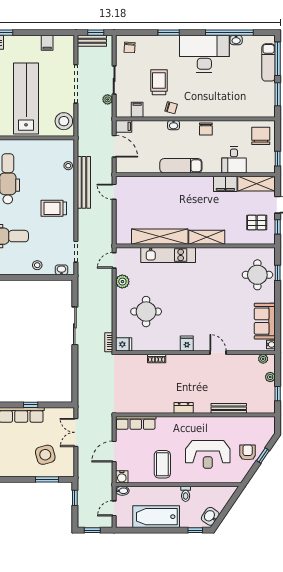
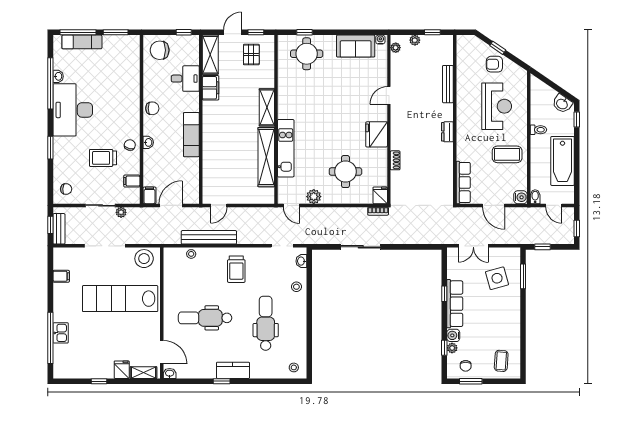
fridge: (187, 343) -> (377, 134), width x1.88, depth x1.34

